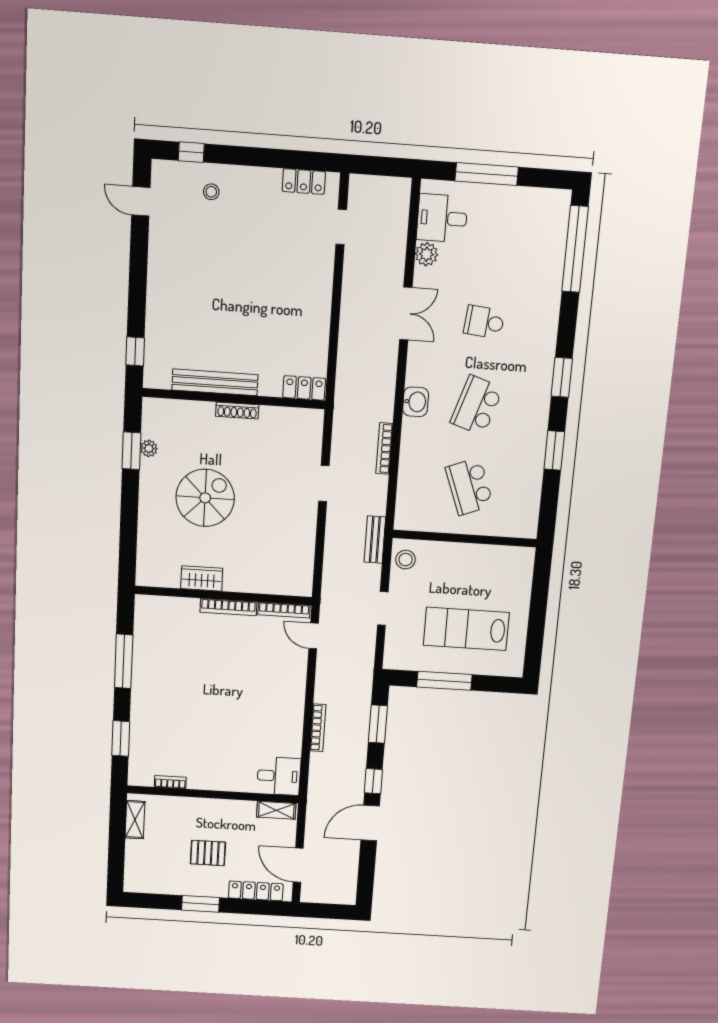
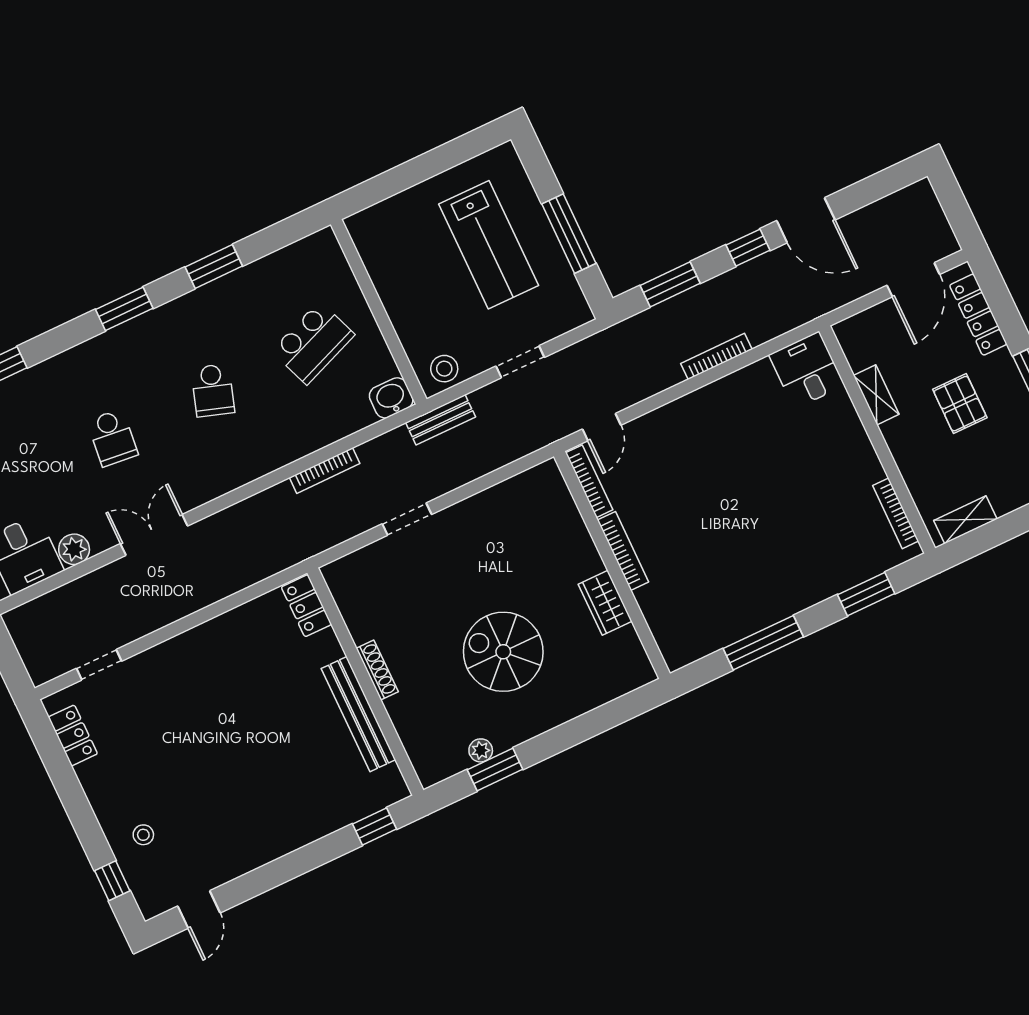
washbasin: (416, 402) -> (391, 398), moved
school desk: (477, 405) -> (213, 390), width x0.54
bookcase: (170, 782) -> (896, 513), width x1.56
shelving: (276, 810) -> (876, 395), moved

